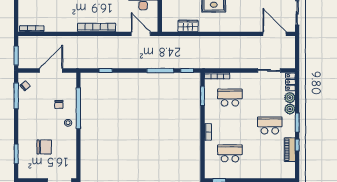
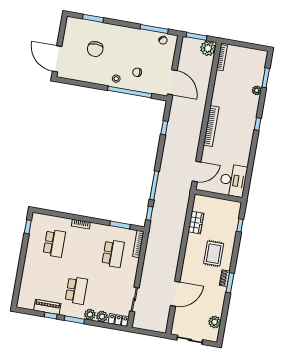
door: (275, 34) -> (175, 294), moved
plant: (25, 43) -> (208, 48), added
door: (51, 70) -> (172, 82), moved

